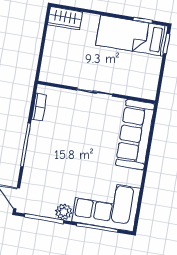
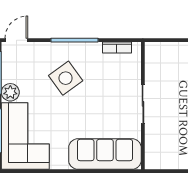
side table: (59, 159) -> (66, 78), added

